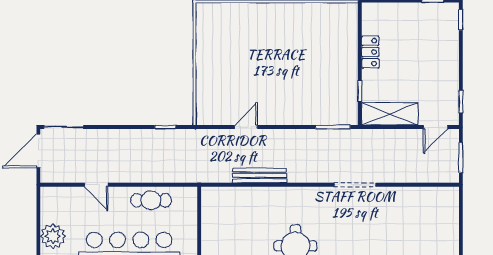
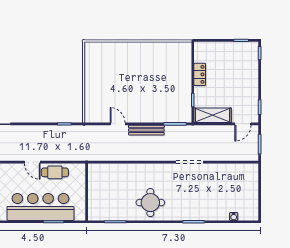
door: (246, 127) -> (118, 124), hinge flipped
bench: (260, 175) -> (146, 130), moved
door: (96, 185) -> (32, 162), moved

